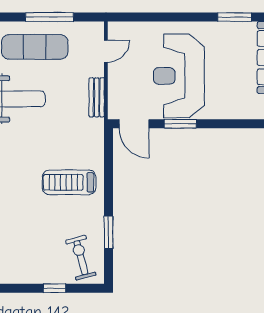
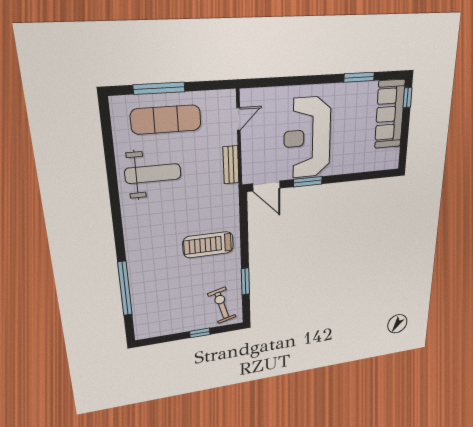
window: (49, 17) -> (159, 88), moved

